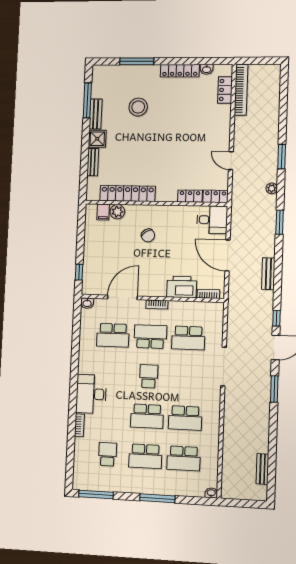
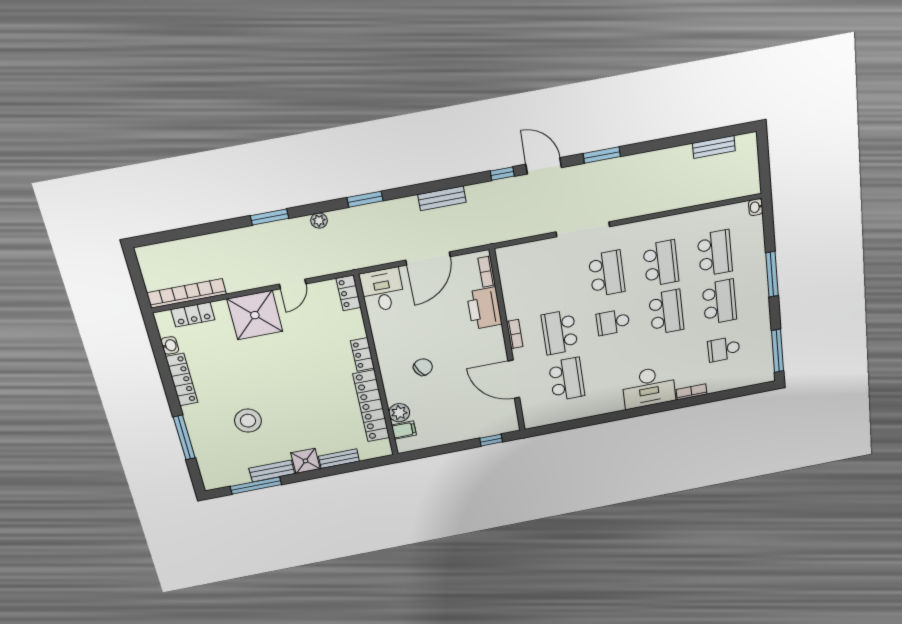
shower: (215, 130) -> (255, 315), added
locker: (190, 196) -> (362, 354), moved
washbasin: (87, 303) -> (530, 421), removed
school desk: (188, 338) -> (607, 274), moved

